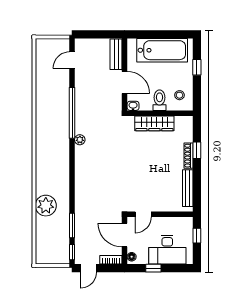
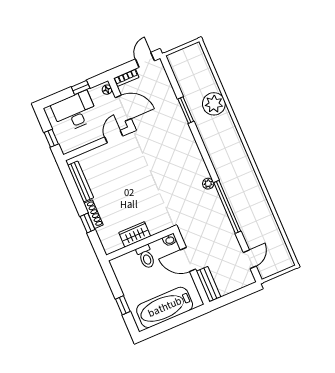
stool: (179, 95) -> (128, 270), removed
wardrobe: (154, 123) -> (135, 234), width x0.67
window: (72, 225) -> (186, 110), moved
window: (72, 252) -> (168, 69), removed

